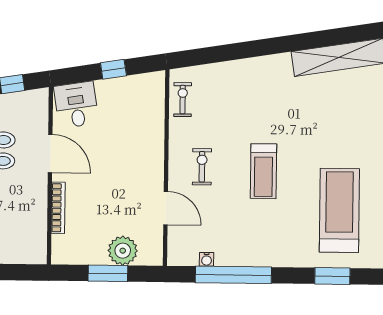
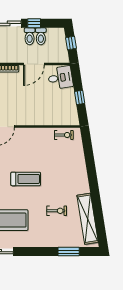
exercise bike: (202, 167) -> (57, 211), moved
treadmill: (263, 171) -> (26, 179), turned 180

